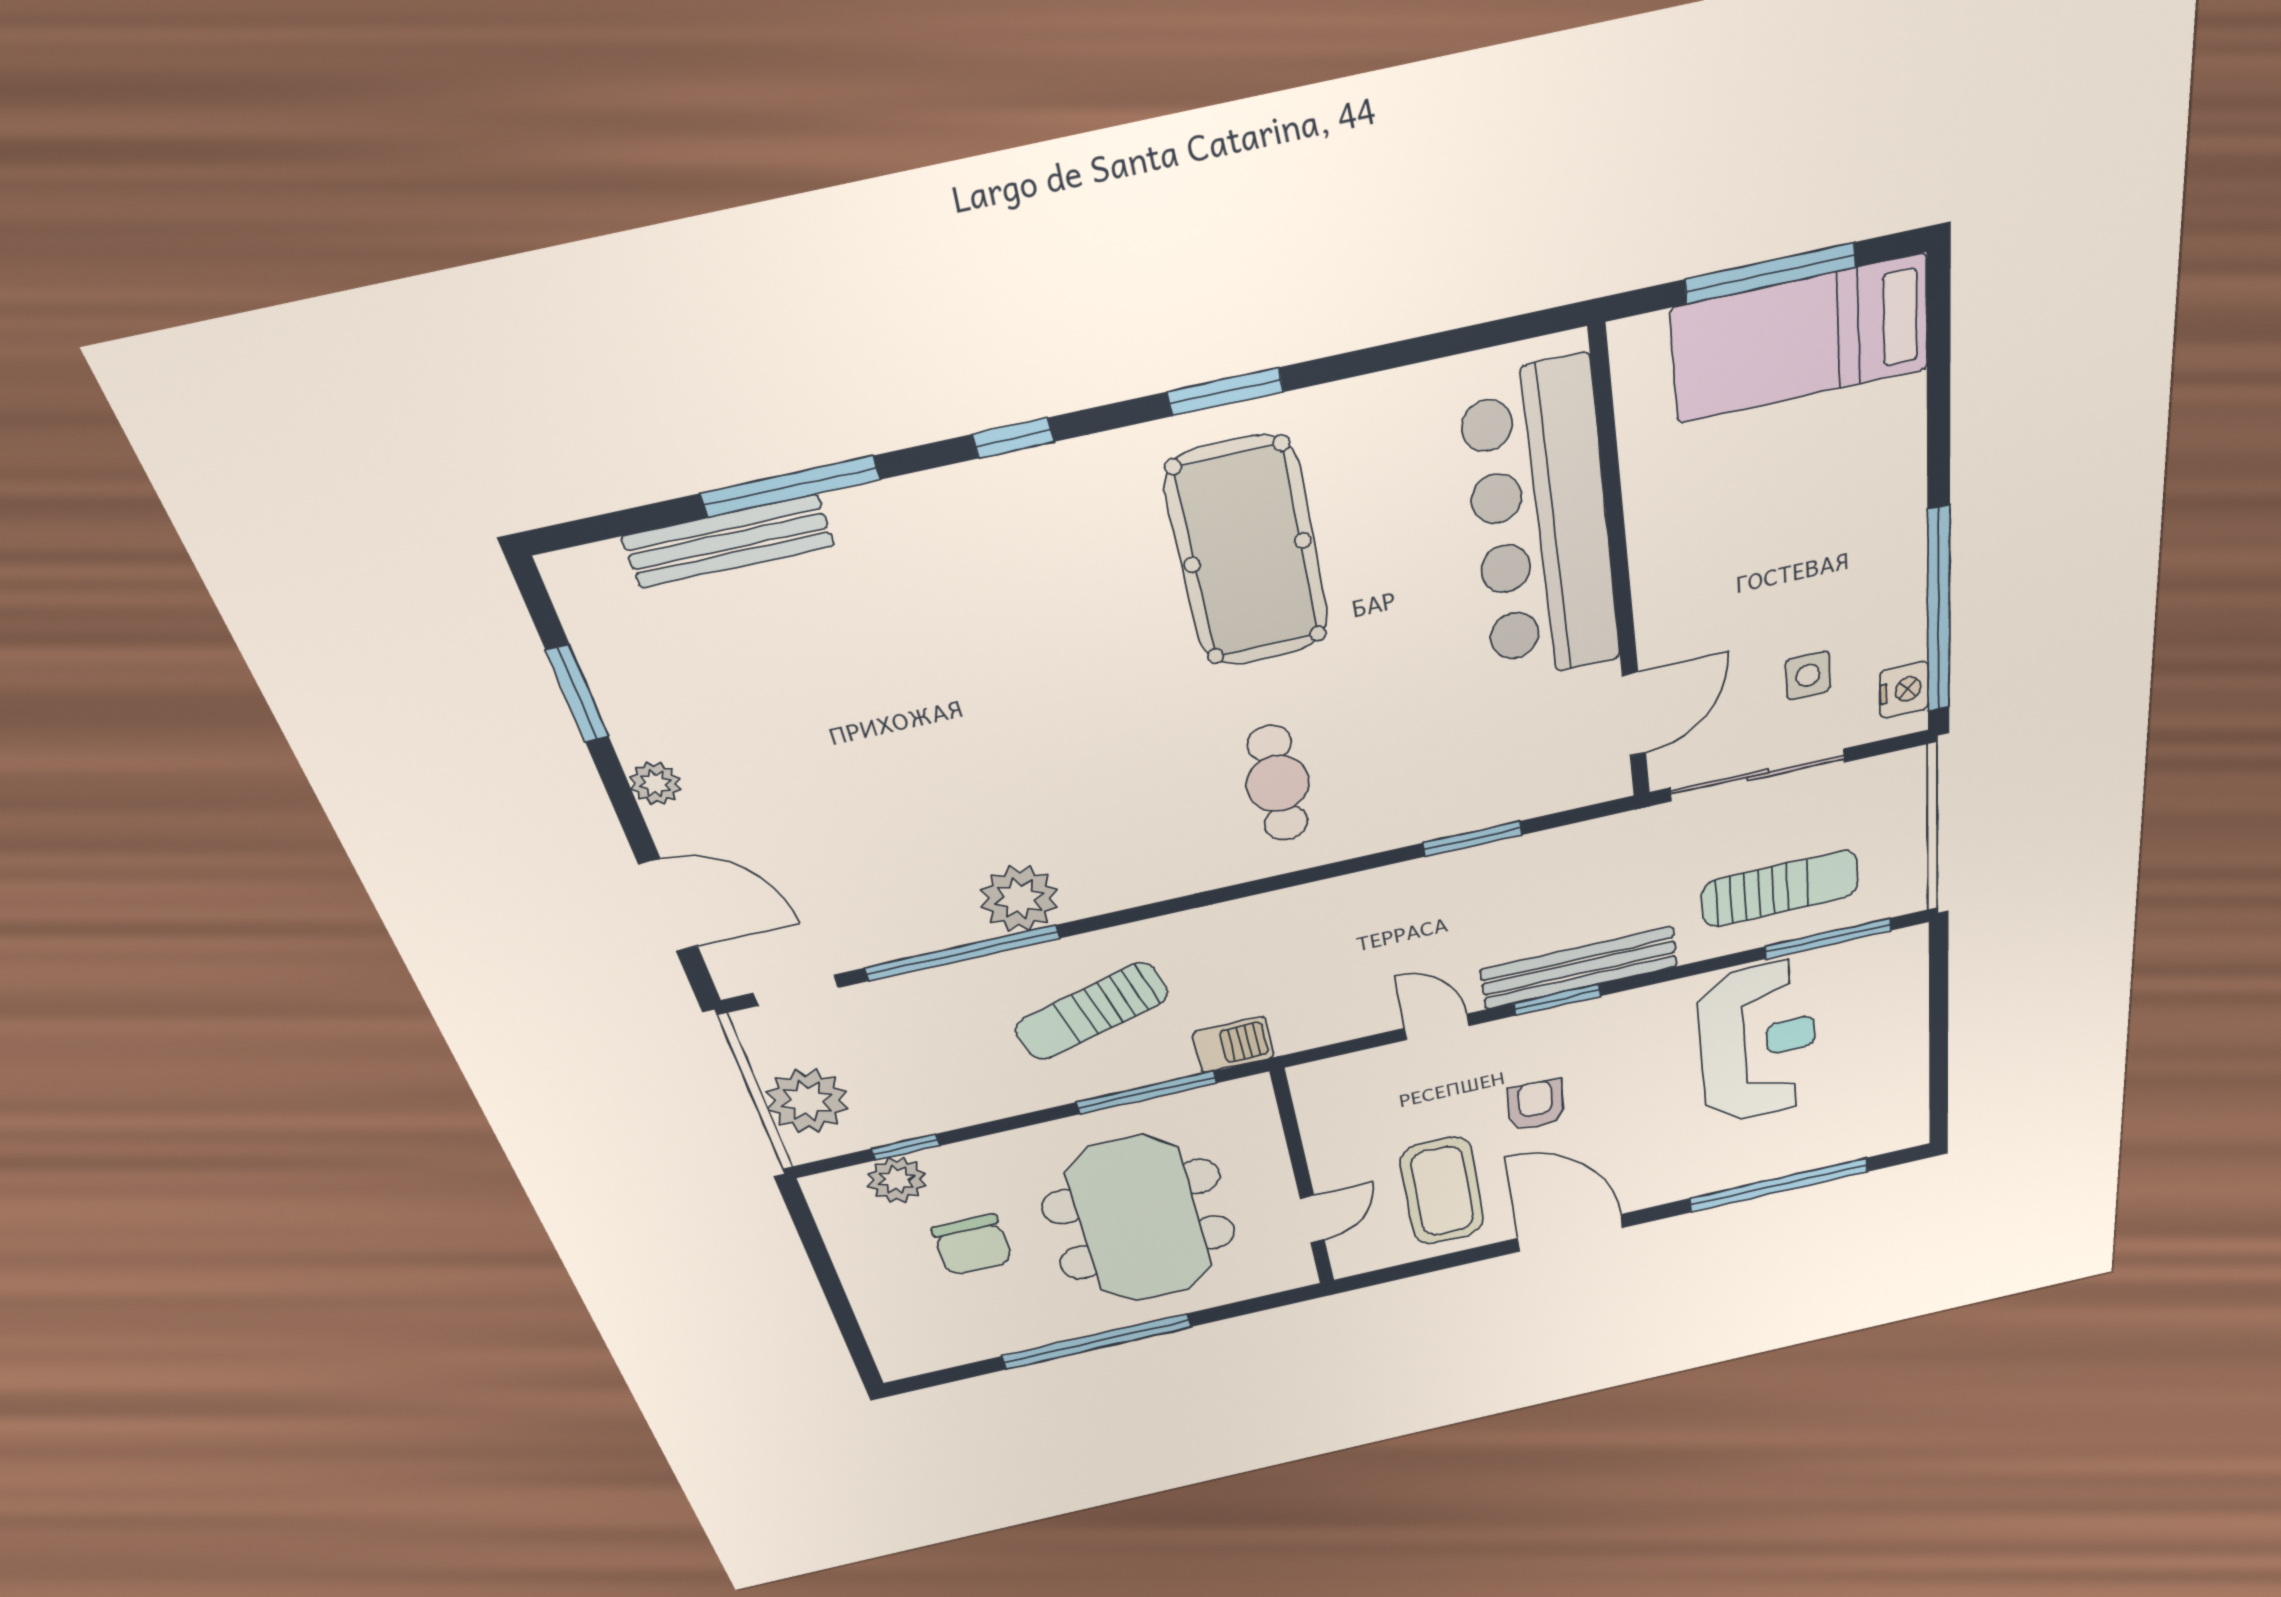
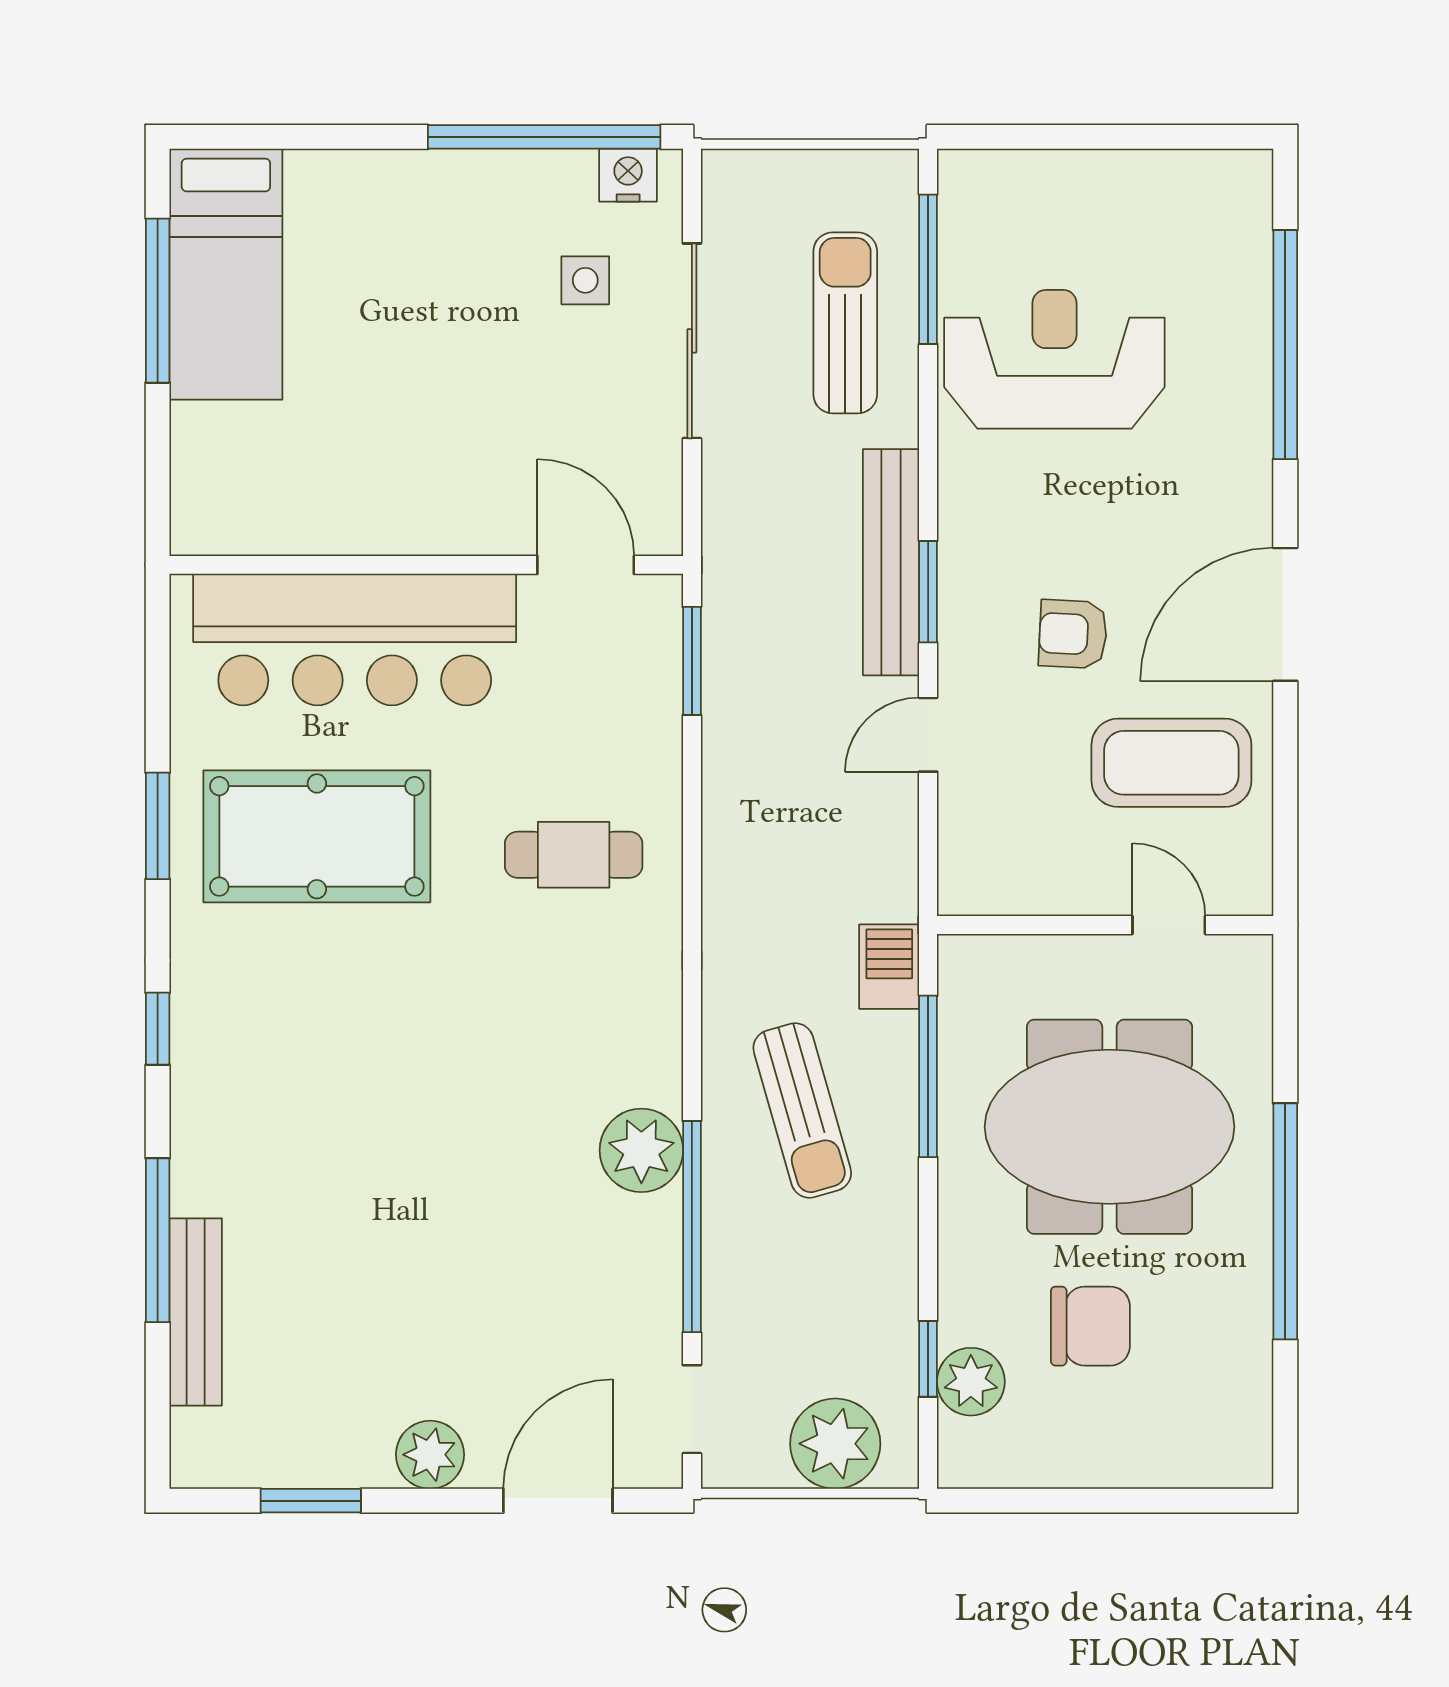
bar counter: (1541, 525) -> (355, 640), moved
wall: (1621, 576) -> (426, 565), moved
door: (1634, 714) -> (586, 565), moved
plant: (655, 784) -> (430, 1455), width x1.38, depth x1.38

